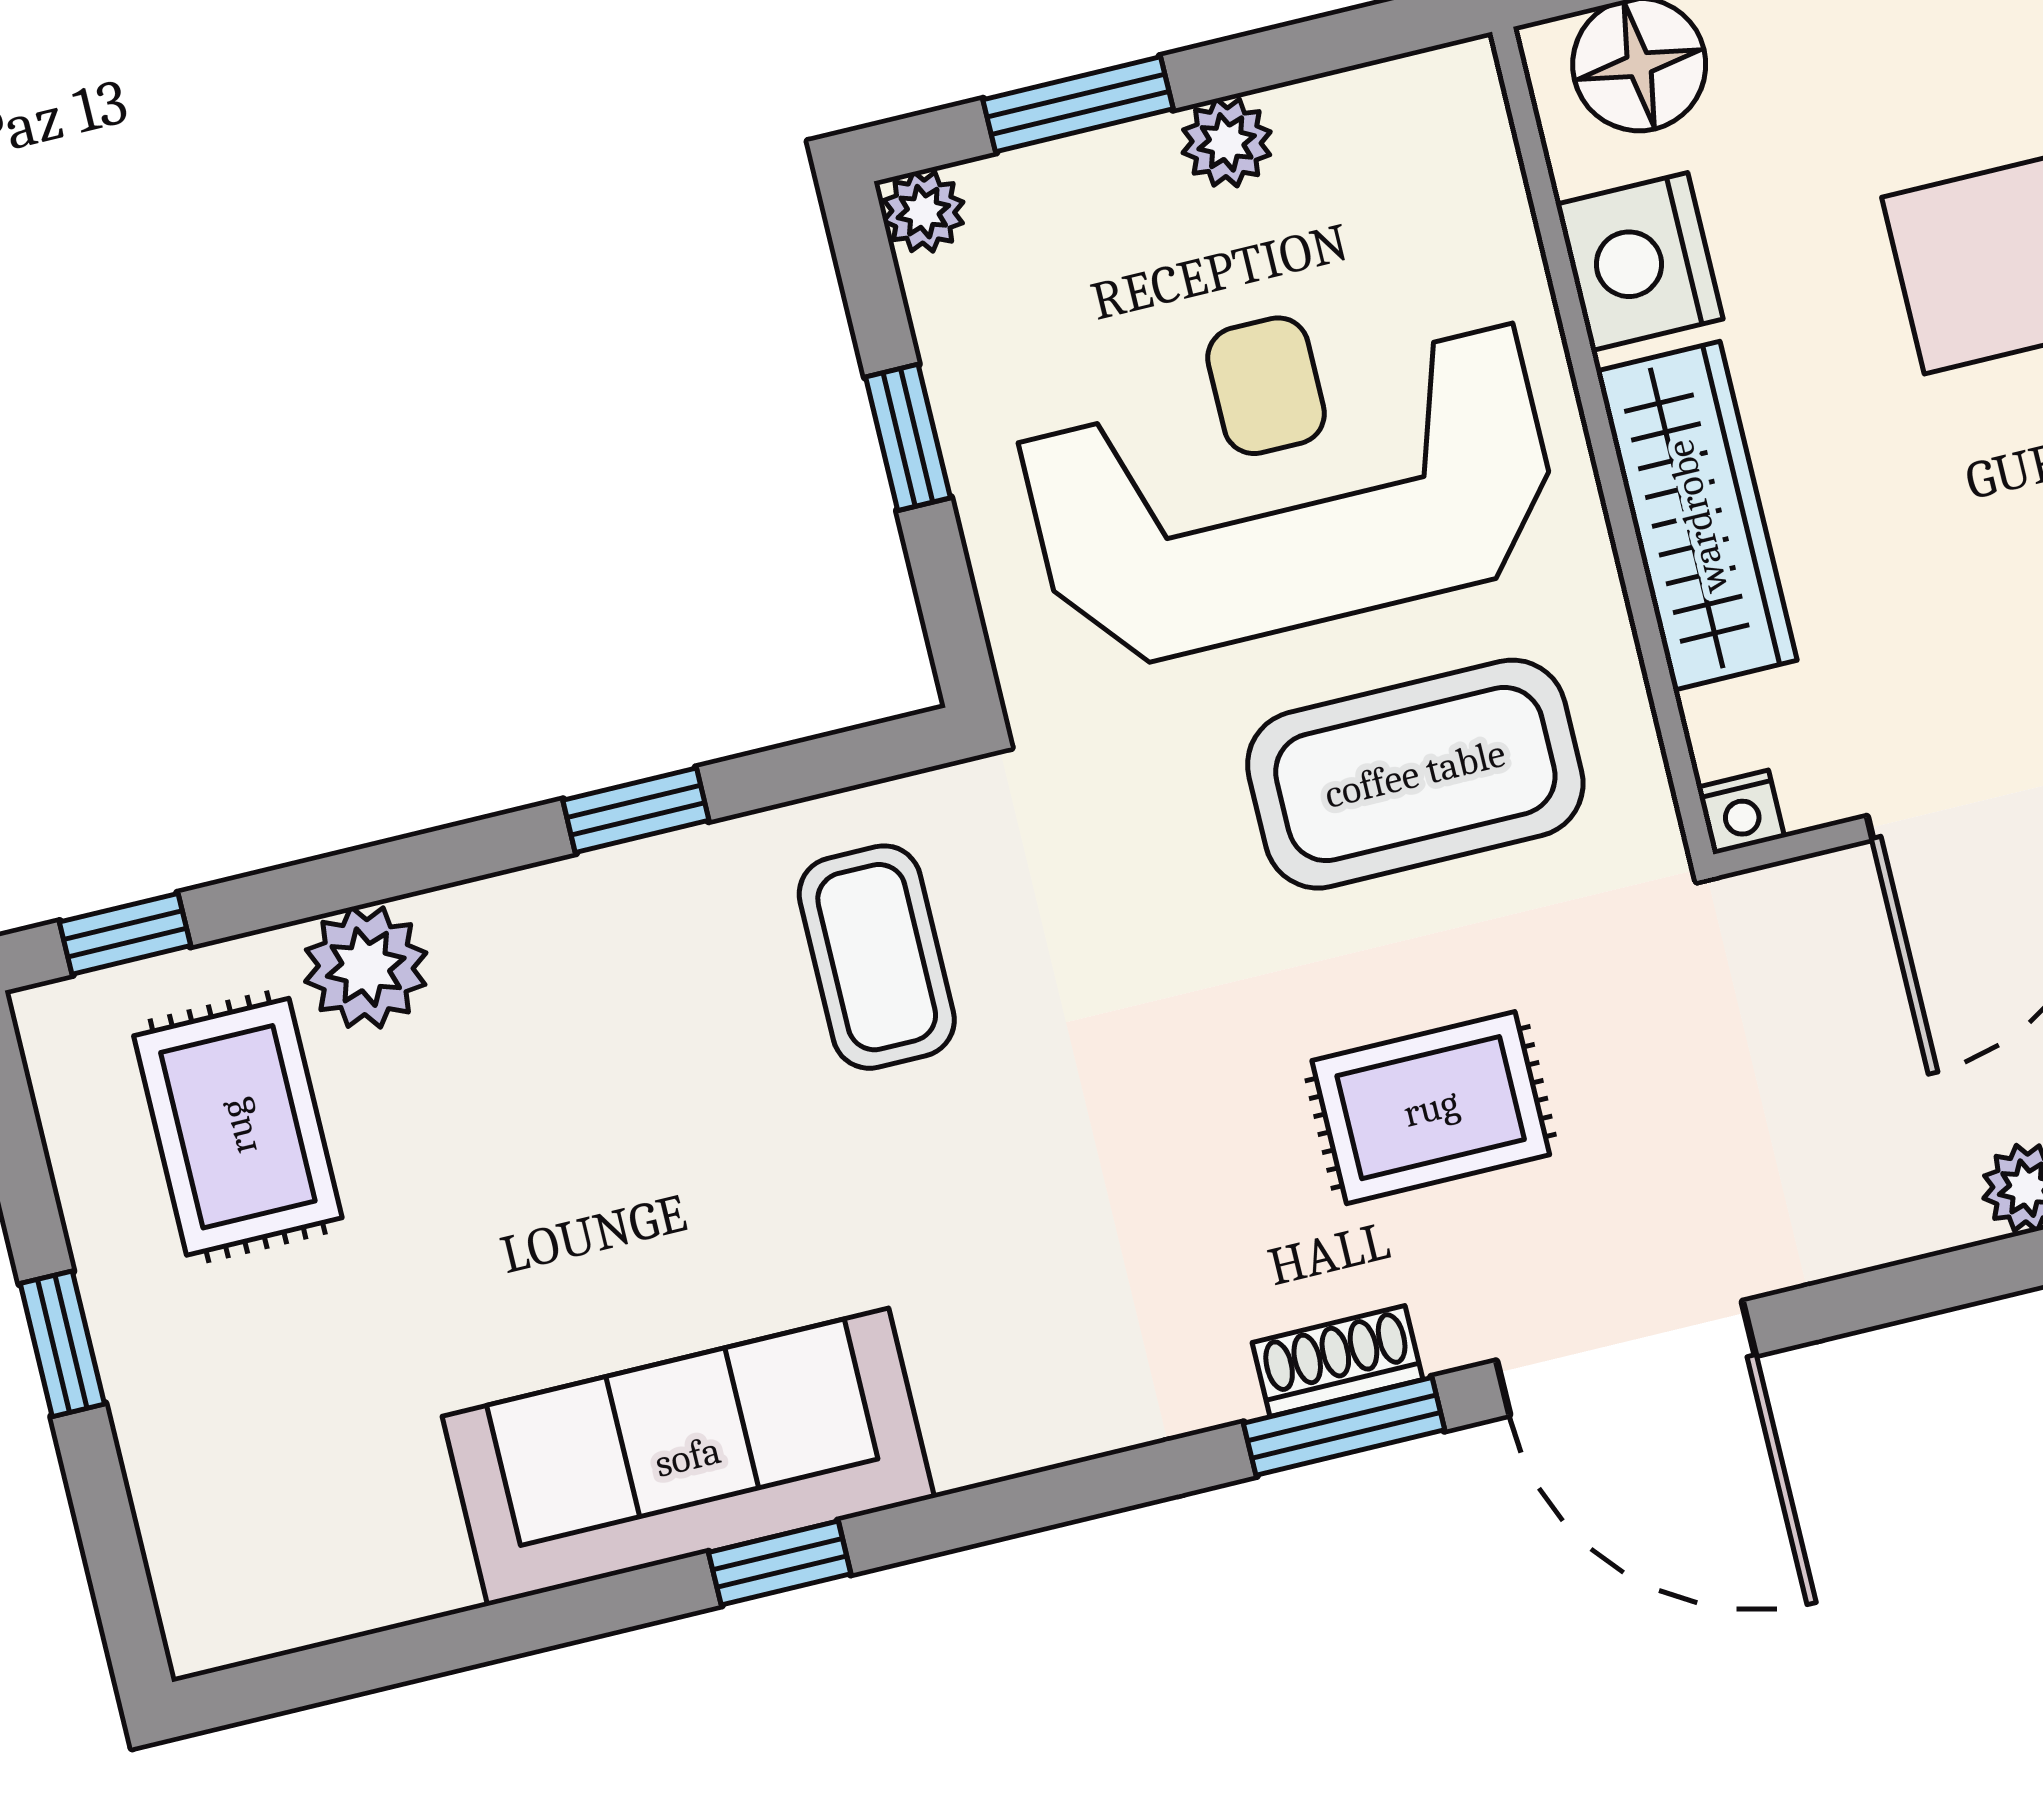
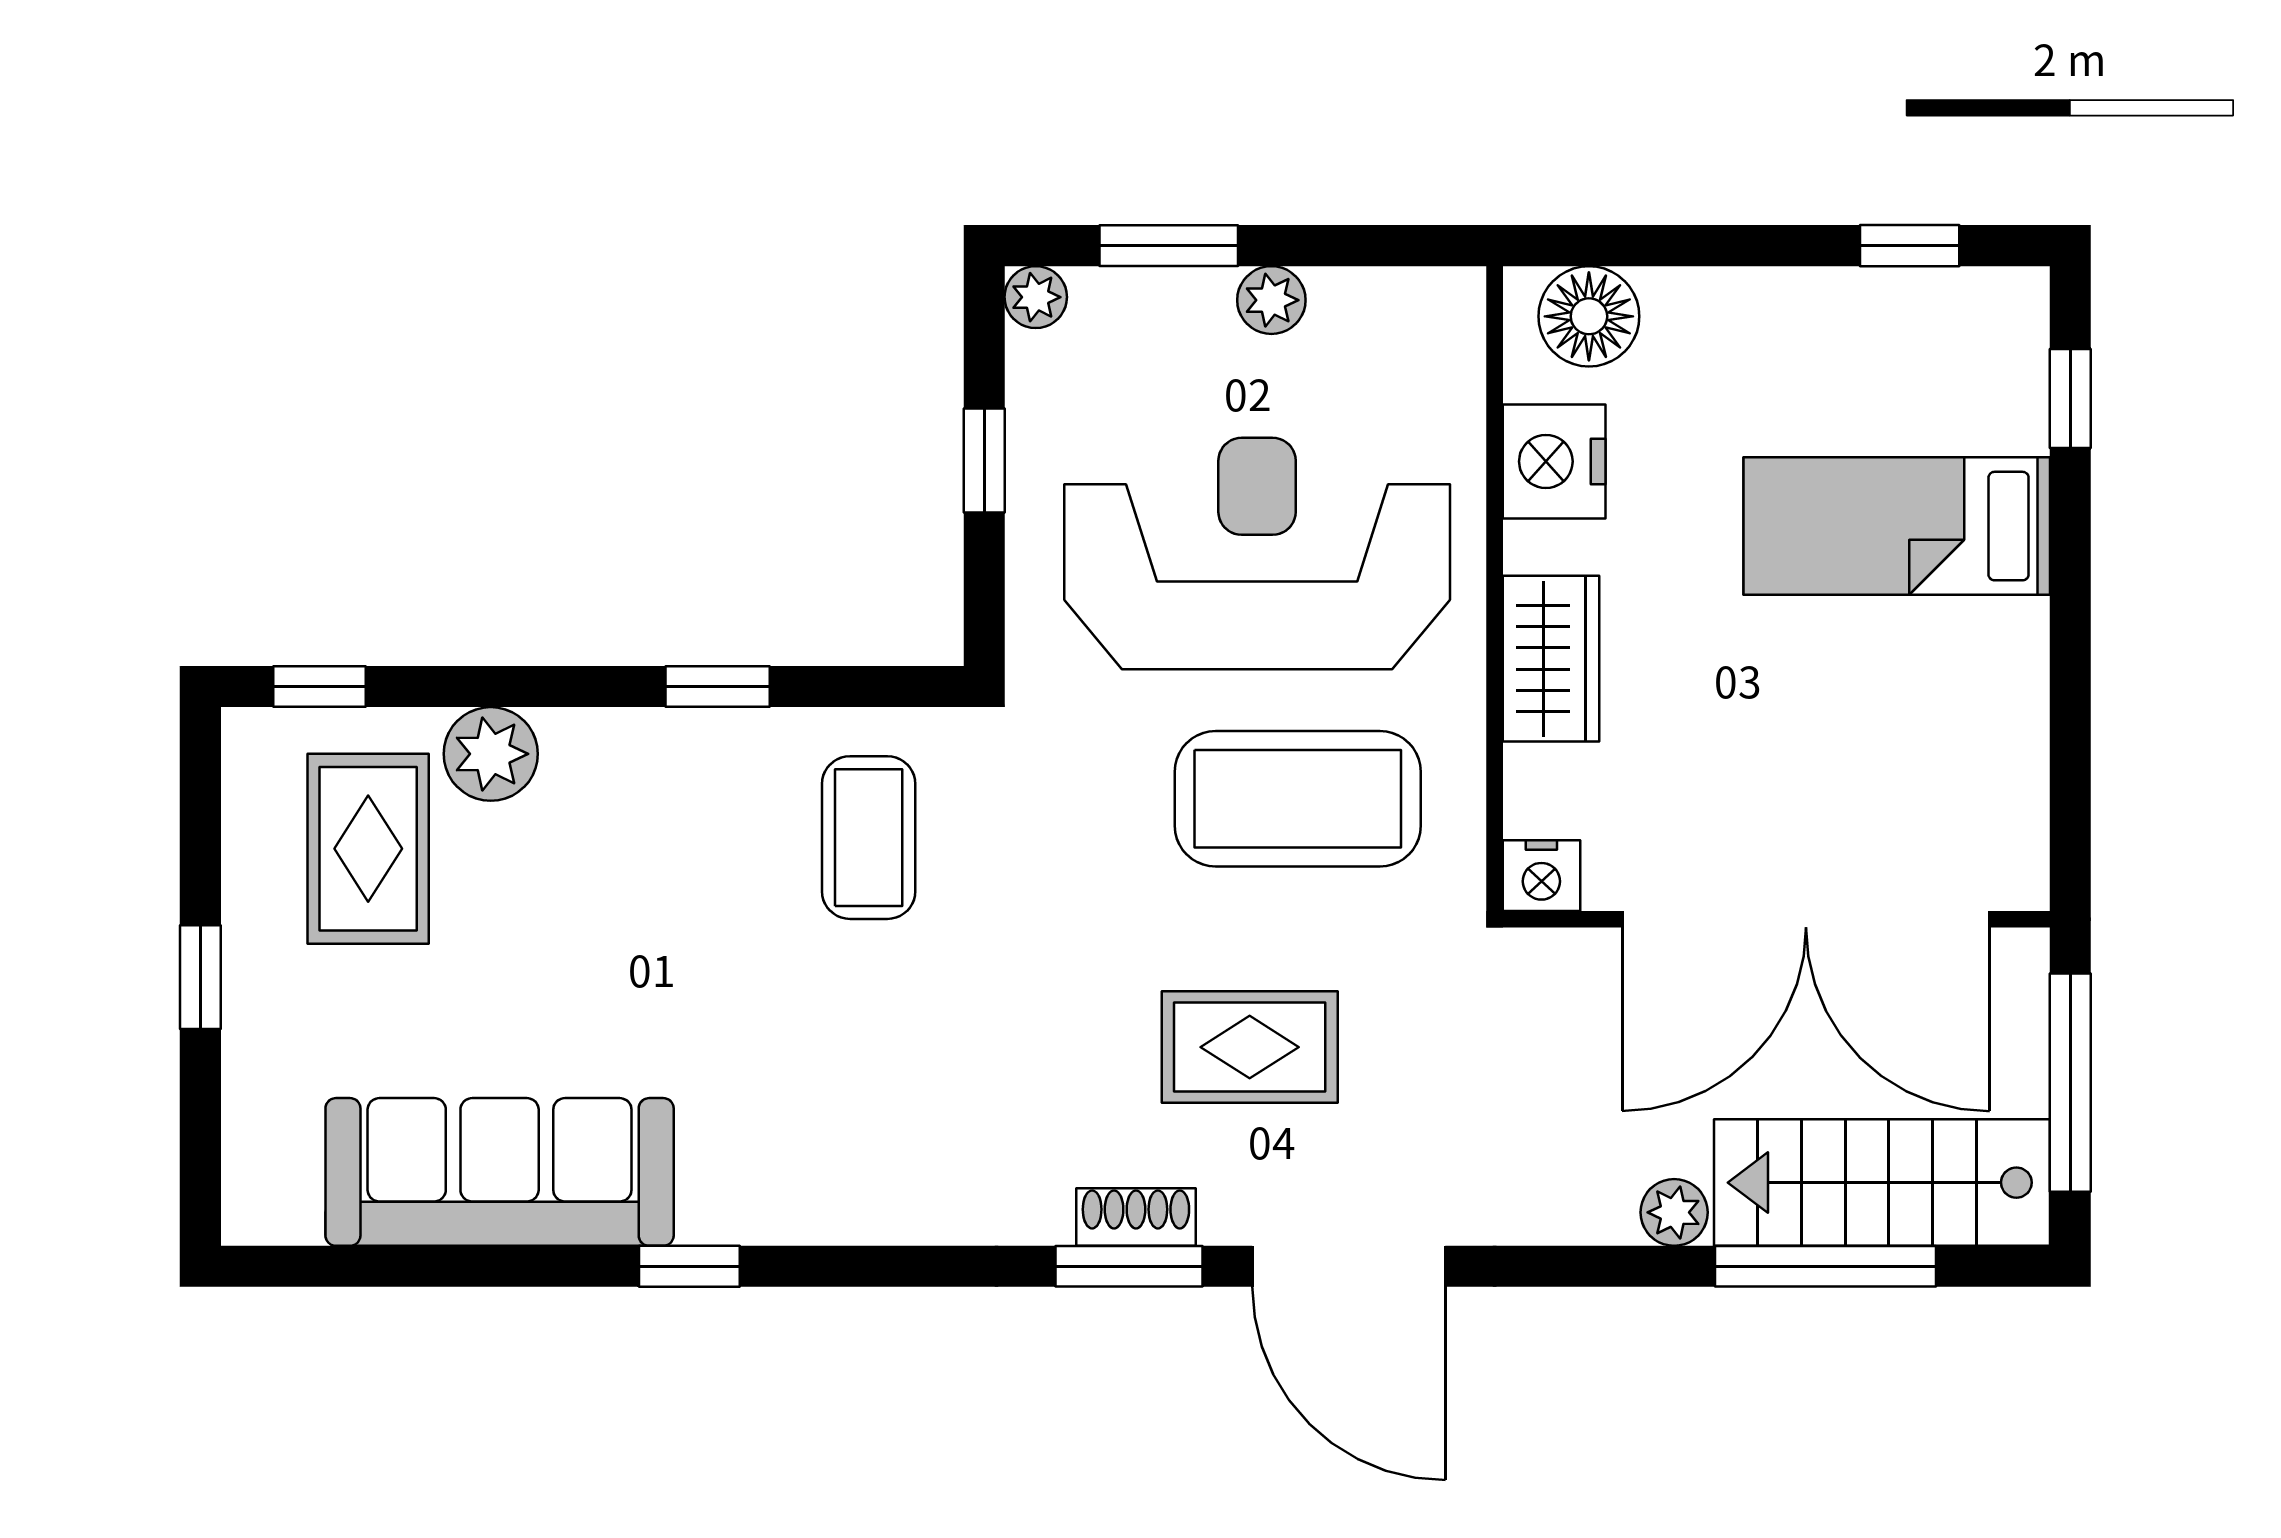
wardrobe: (1697, 516) -> (1551, 659), width x0.67
nightstand: (1741, 812) -> (1541, 876), width x1.39, depth x1.35
sofa: (688, 1457) -> (500, 1172), moved

